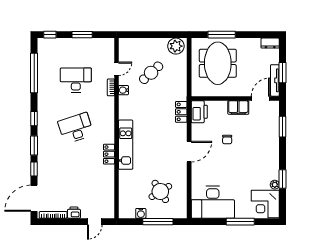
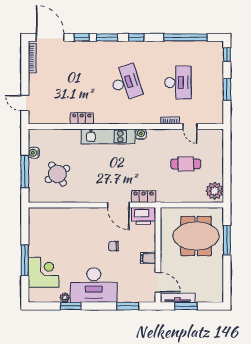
dresser: (270, 43) -> (218, 293), removed
cafe table: (151, 73) -> (186, 164), turned -48
water cooler: (123, 90) -> (141, 134), moved
filing cabinet: (238, 108) -> (148, 258), width x0.50
door: (189, 152) -> (118, 205), moved
locker: (109, 154) -> (82, 118), moved
desk: (213, 202) -> (94, 285), moved, turned -90
corner desk: (265, 204) -> (43, 272), moved, turned 90
printer: (74, 213) -> (35, 81), removed

